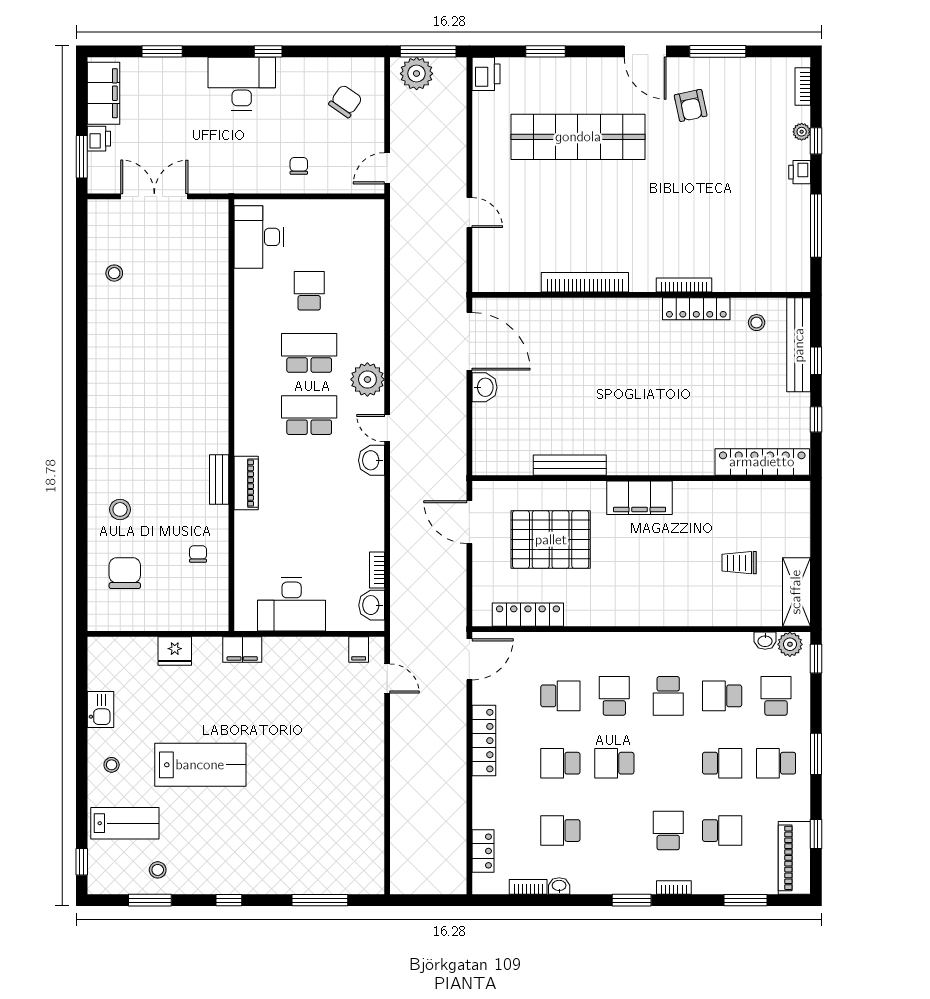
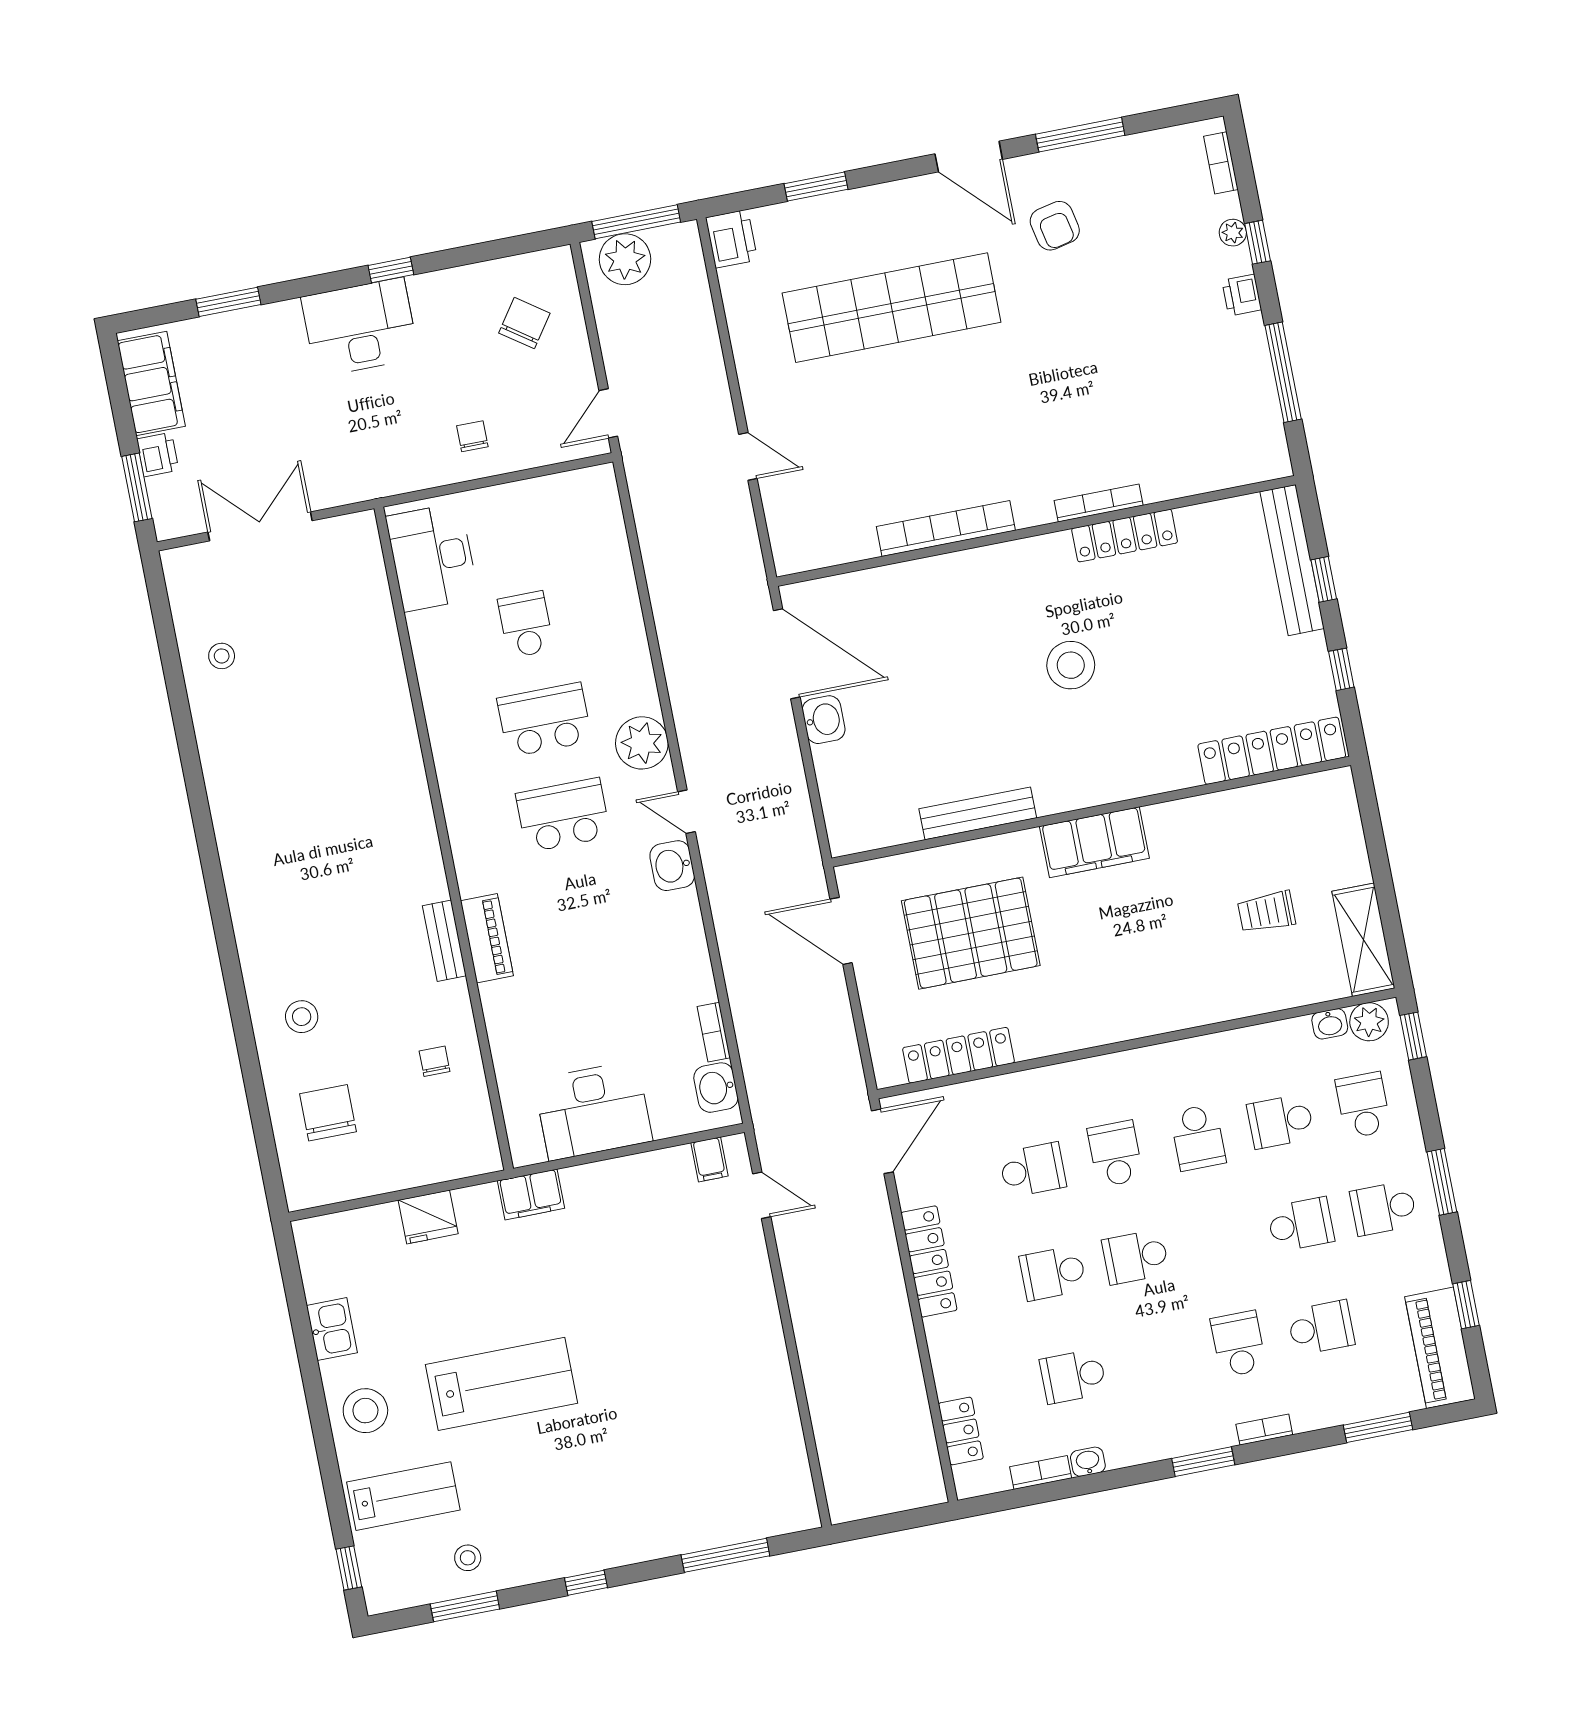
stool: (757, 323) -> (1071, 665), moved, width x1.89, depth x1.89
stool: (112, 765) -> (365, 1411), width x1.89, depth x1.89

